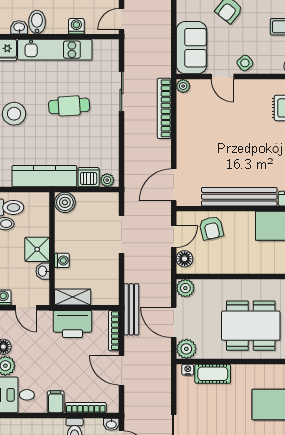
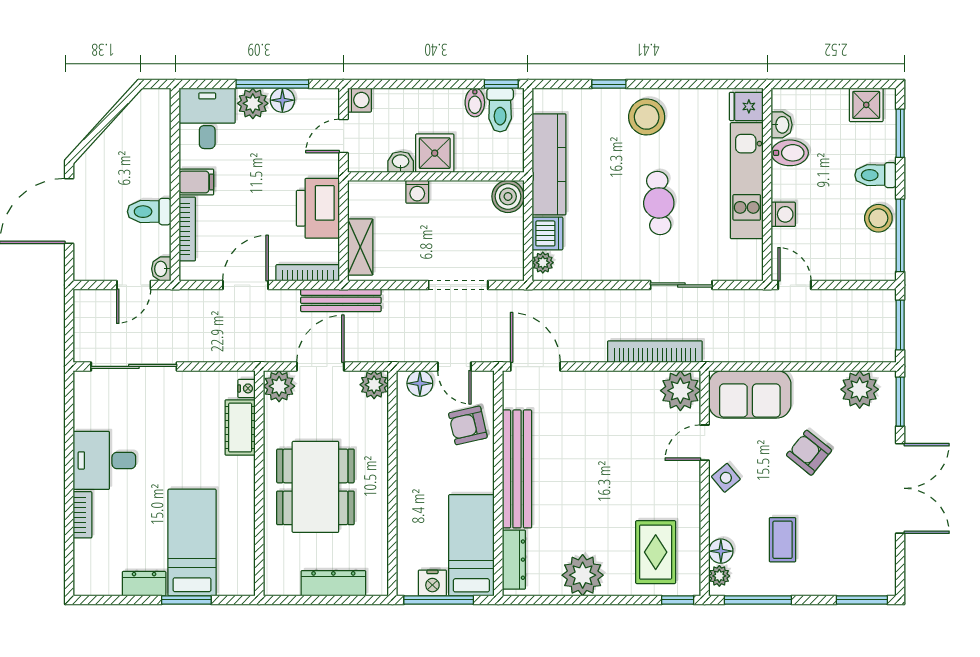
plant: (183, 86) -> (680, 391), width x1.88, depth x1.88
shelving: (73, 297) -> (360, 247), moved

